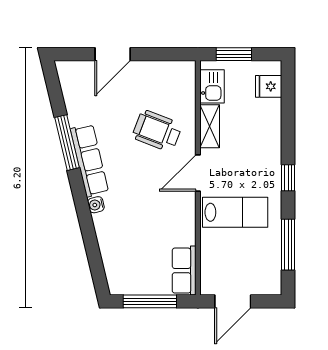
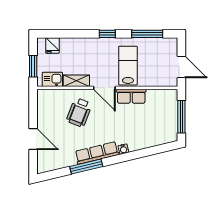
row of seats: (184, 271) -> (131, 96), moved

